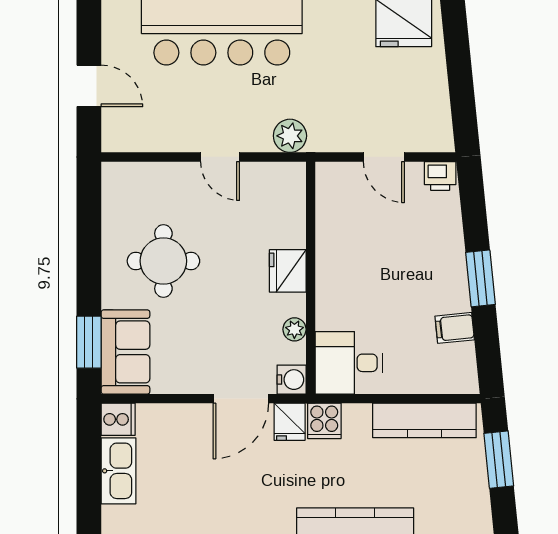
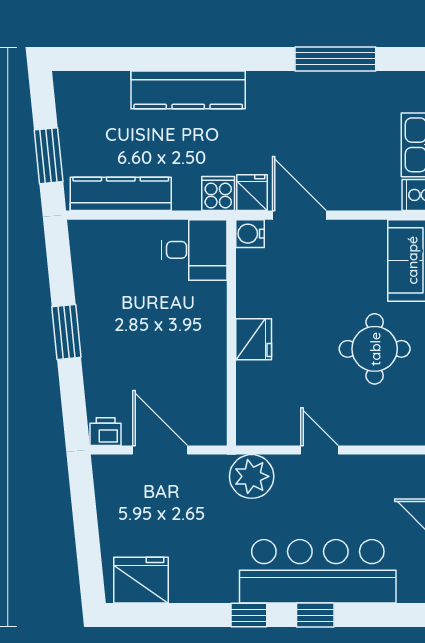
plant: (290, 136) -> (252, 476), width x1.36, depth x1.36
door: (384, 157) -> (160, 450), width x1.38
filing cabinet: (455, 328) -> (91, 284), removed
plant: (294, 329) -> (247, 282), removed
door: (241, 399) -> (299, 215), hinge flipped

